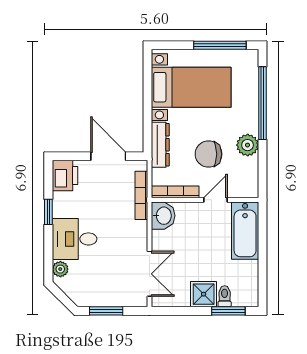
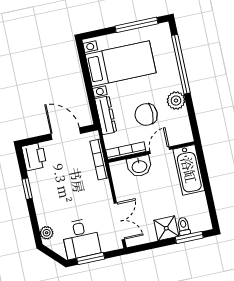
washbasin: (163, 216) -> (139, 166), moved, turned 90
desk: (75, 239) -> (81, 239), moved, turned -90

